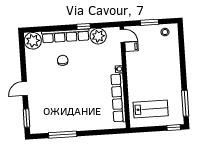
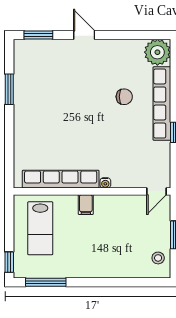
plant: (98, 36) -> (158, 154), removed
filing cabinet: (131, 46) -> (86, 205), moved
window: (63, 135) -> (9, 89), width x0.69

